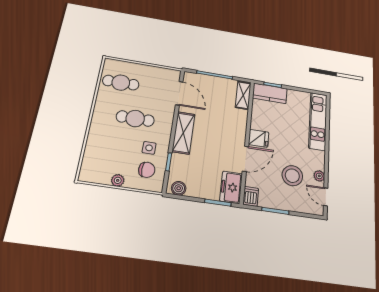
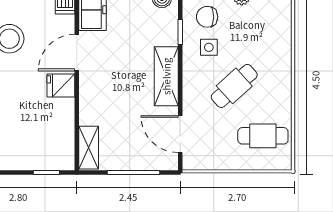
kitchen counter: (270, 93) -> (50, 158), removed
cafe table: (135, 119) -> (234, 86), turned -42

